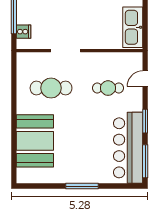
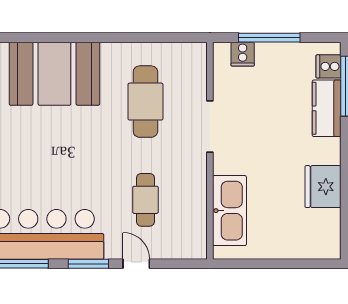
kitchen sink: (133, 27) -> (229, 211), moved, turned 90
door: (145, 79) -> (136, 264), moved

